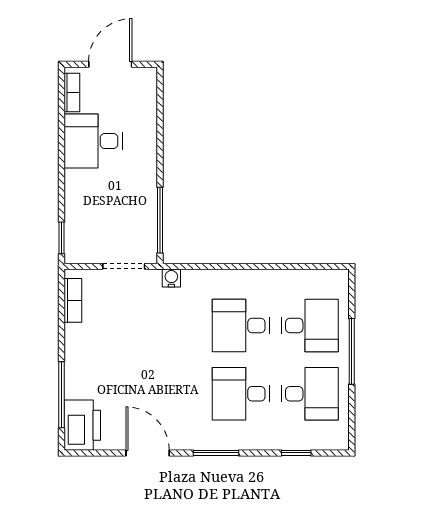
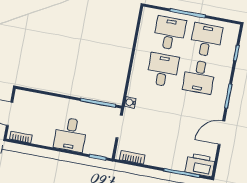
desk: (93, 141) -> (71, 135), moved
desk: (241, 326) -> (163, 70), turned 180

